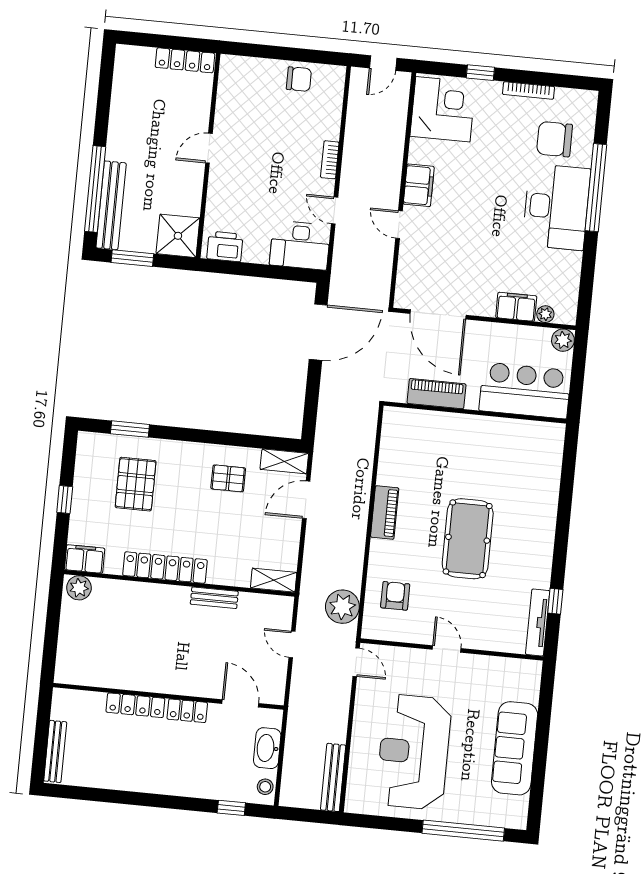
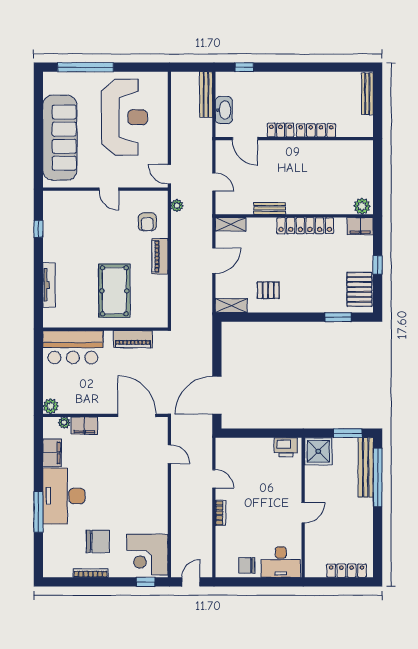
locker: (185, 60) -> (347, 571), moved
window: (480, 73) -> (146, 582), moved
chair: (555, 139) -> (98, 541), moved
filing cabinet: (419, 185) -> (52, 453), moved, turned 180
window: (596, 188) -> (38, 512), width x0.68
door: (399, 225) -> (169, 454), moved
desk: (300, 245) -> (281, 562), moved, turned 180
bar counter: (525, 391) -> (73, 347), moved
piano: (436, 394) -> (133, 339), moved
wall: (475, 412) -> (105, 329), moved
pallet: (136, 484) -> (359, 289), moved
door: (306, 500) -> (214, 261), moved
piano: (385, 513) -> (160, 256), moved
pool table: (468, 539) -> (114, 291), moved
plant: (342, 607) -> (177, 206), width x0.53, depth x0.53
tv unit: (538, 622) -> (49, 285), moved
sofa: (515, 748) -> (60, 138), width x1.36, depth x1.27
bench: (333, 777) -> (206, 95), moved
stool: (265, 787) -> (223, 84), removed

